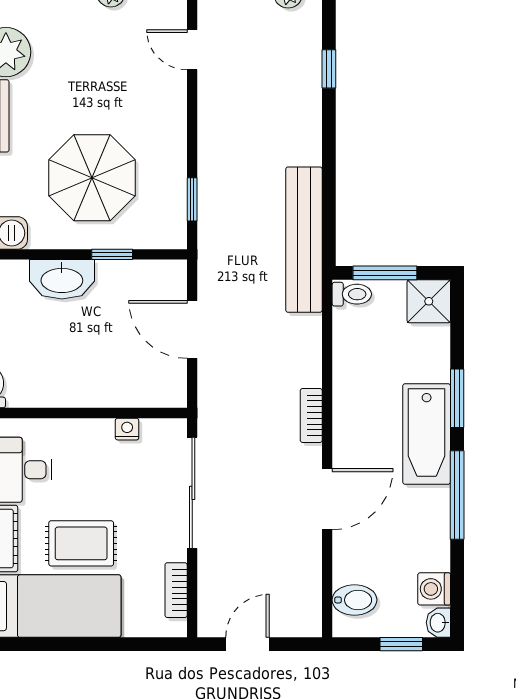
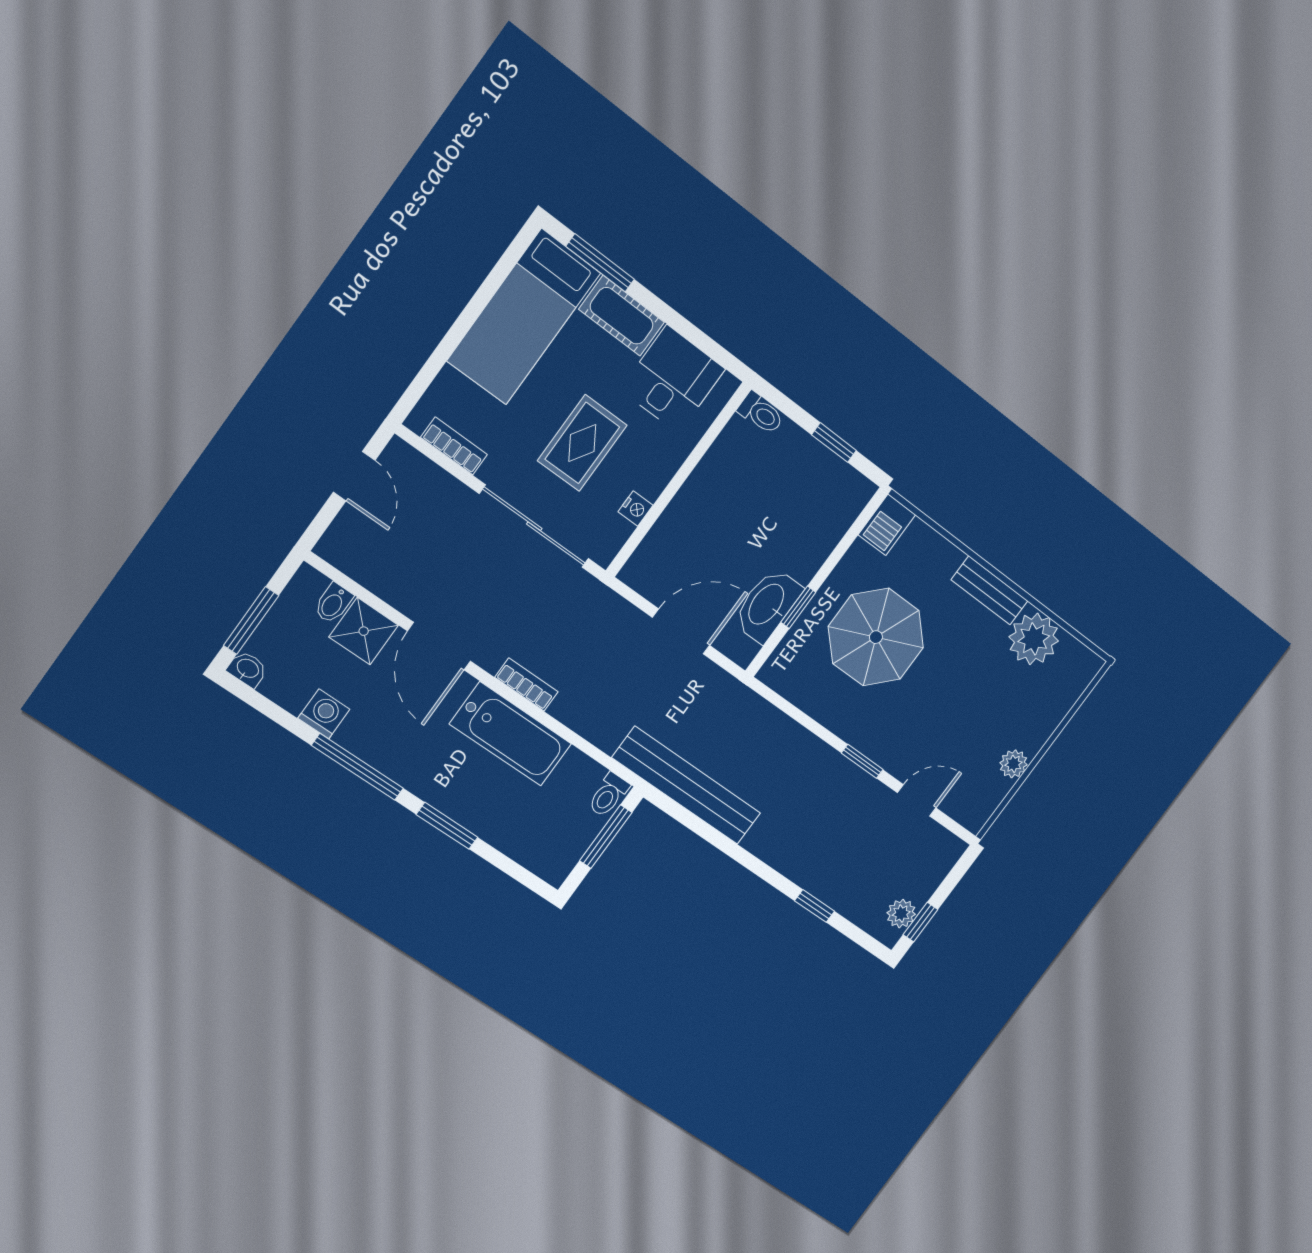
window: (192, 199) -> (862, 761), moved
washbasin: (62, 279) -> (767, 605), moved
shower: (429, 301) -> (364, 631), moved
bathtub: (427, 434) -> (510, 734), moved, turned 180
rug: (81, 543) -> (582, 443), moved
washing machine: (434, 589) -> (324, 714), moved
bidet: (354, 600) -> (333, 603), width x0.72, depth x0.74
window: (401, 644) -> (251, 620), width x1.50

